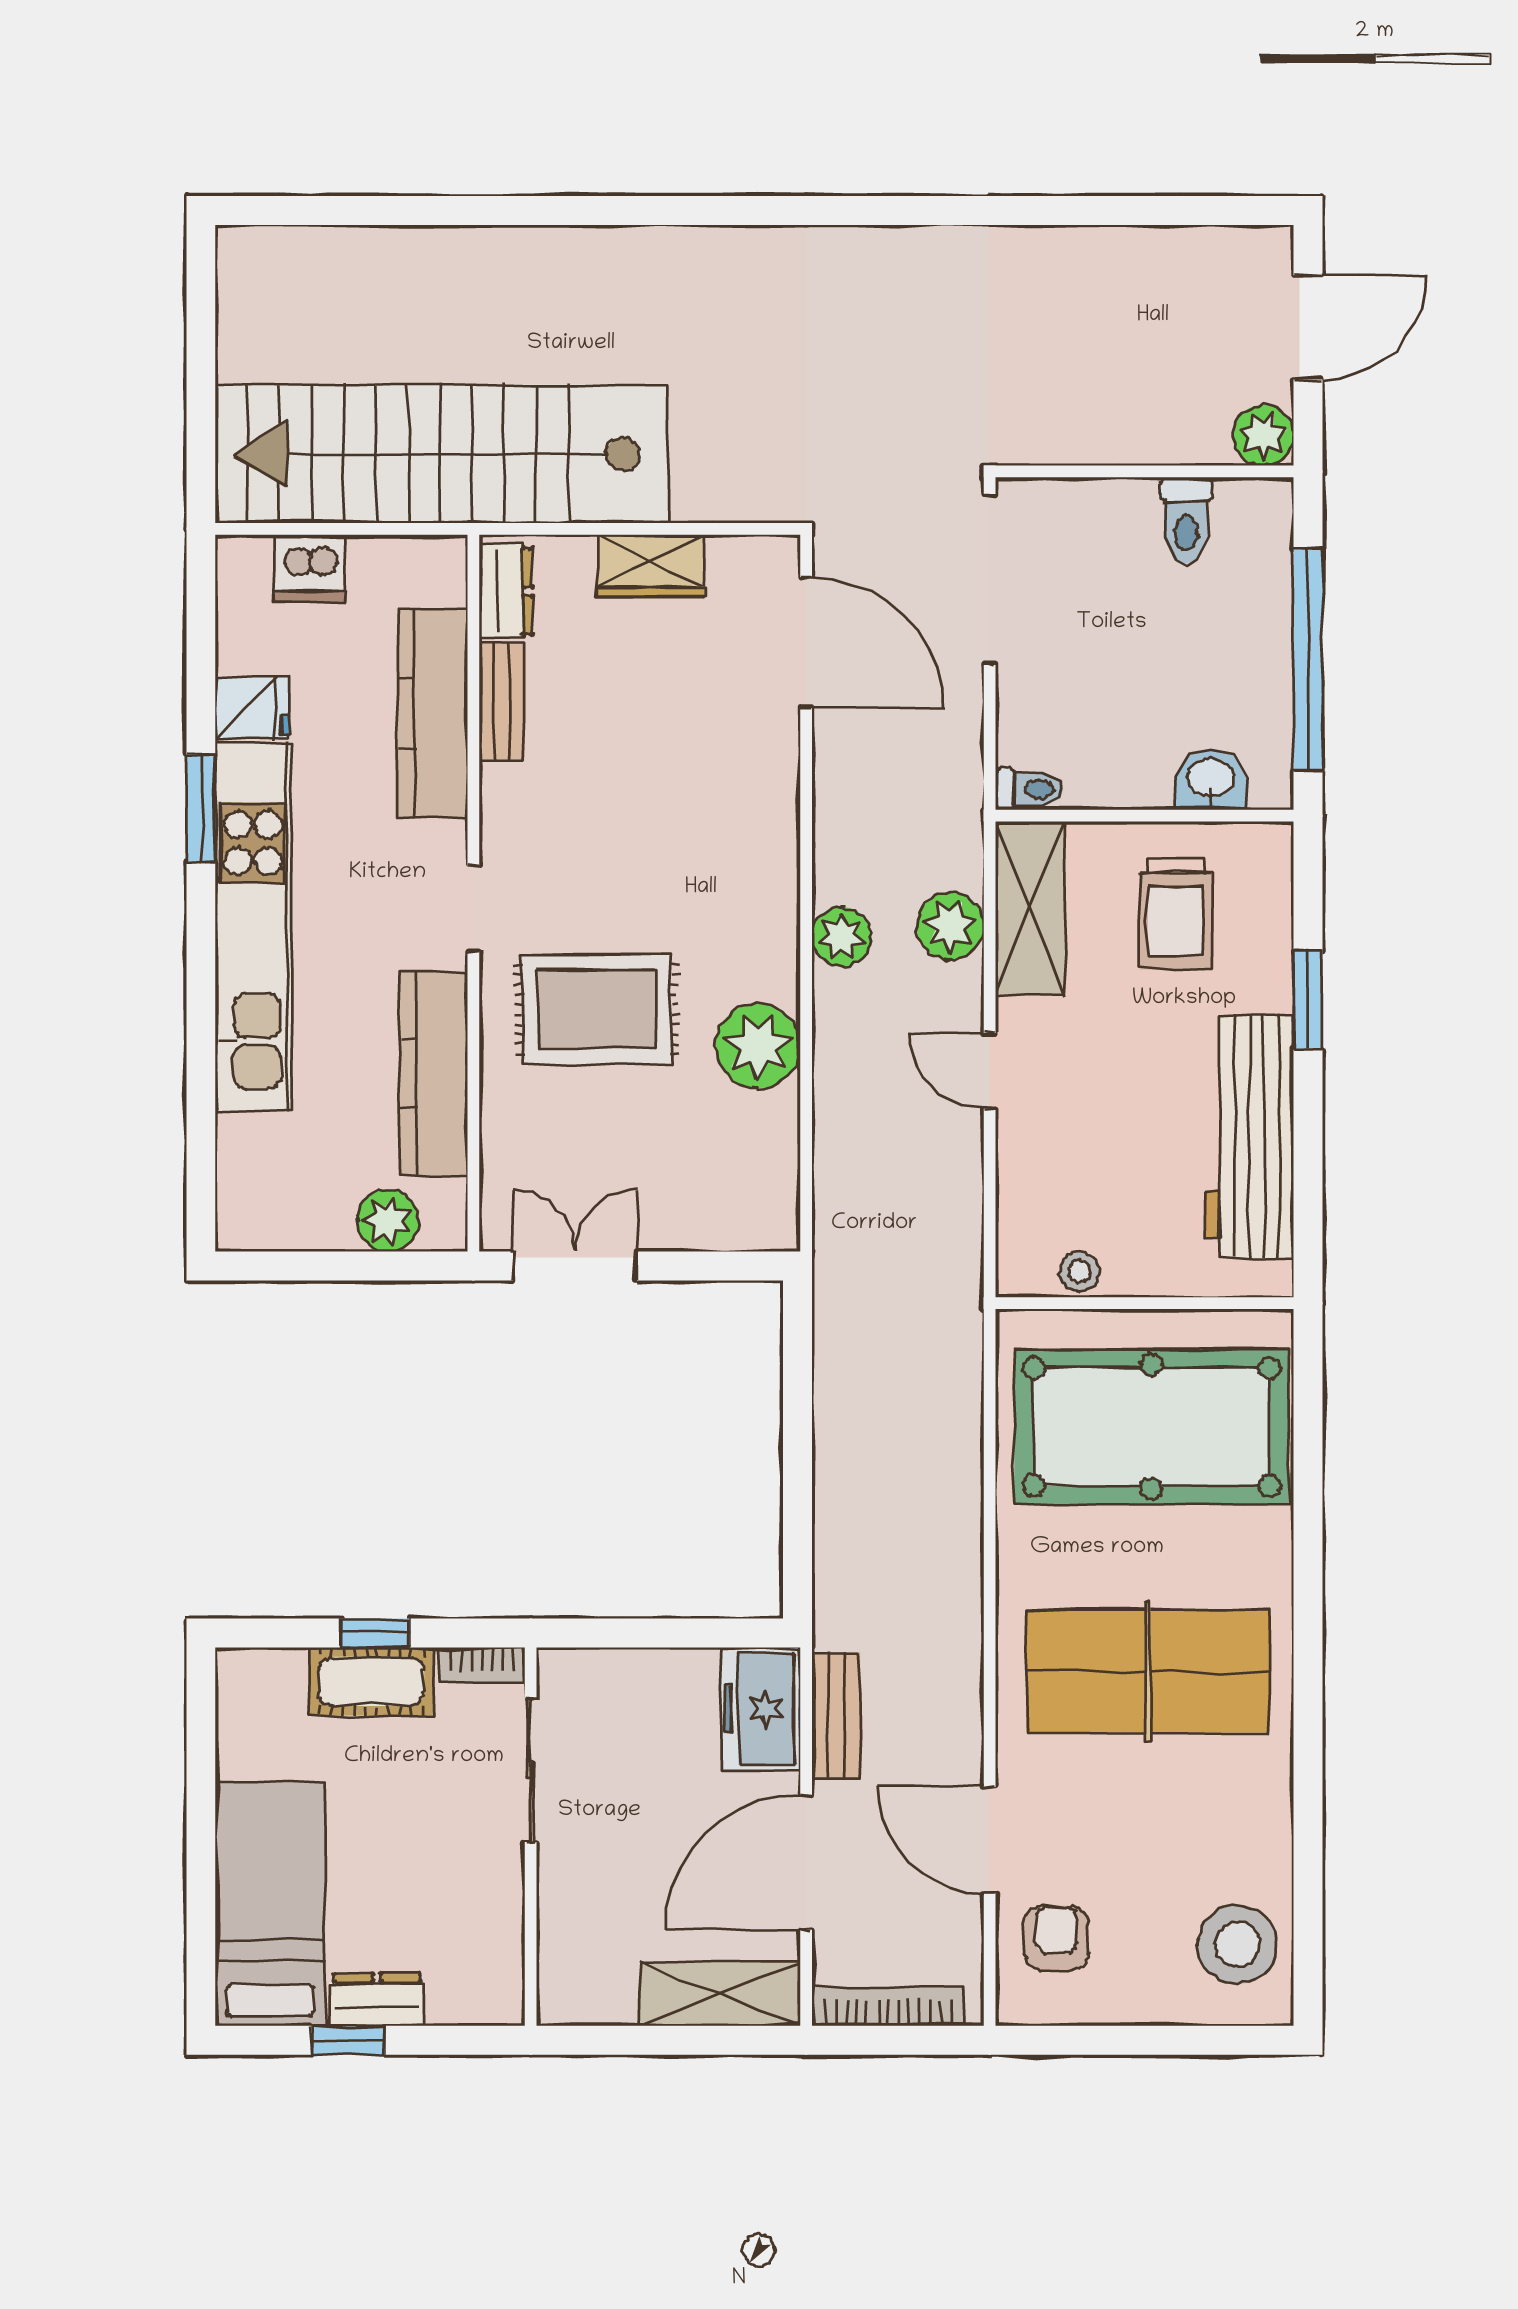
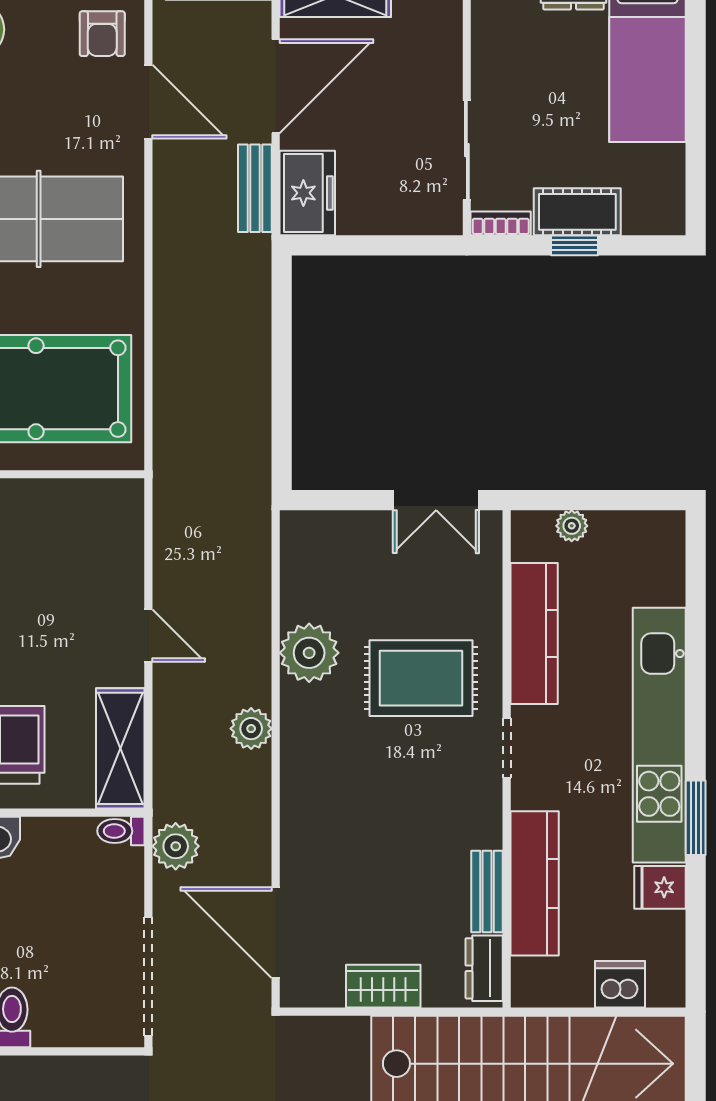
plant: (950, 926) -> (176, 846), moved
plant: (388, 1221) -> (572, 526), width x0.73, depth x0.73
stool: (1079, 1271) -> (86, 496), removed

